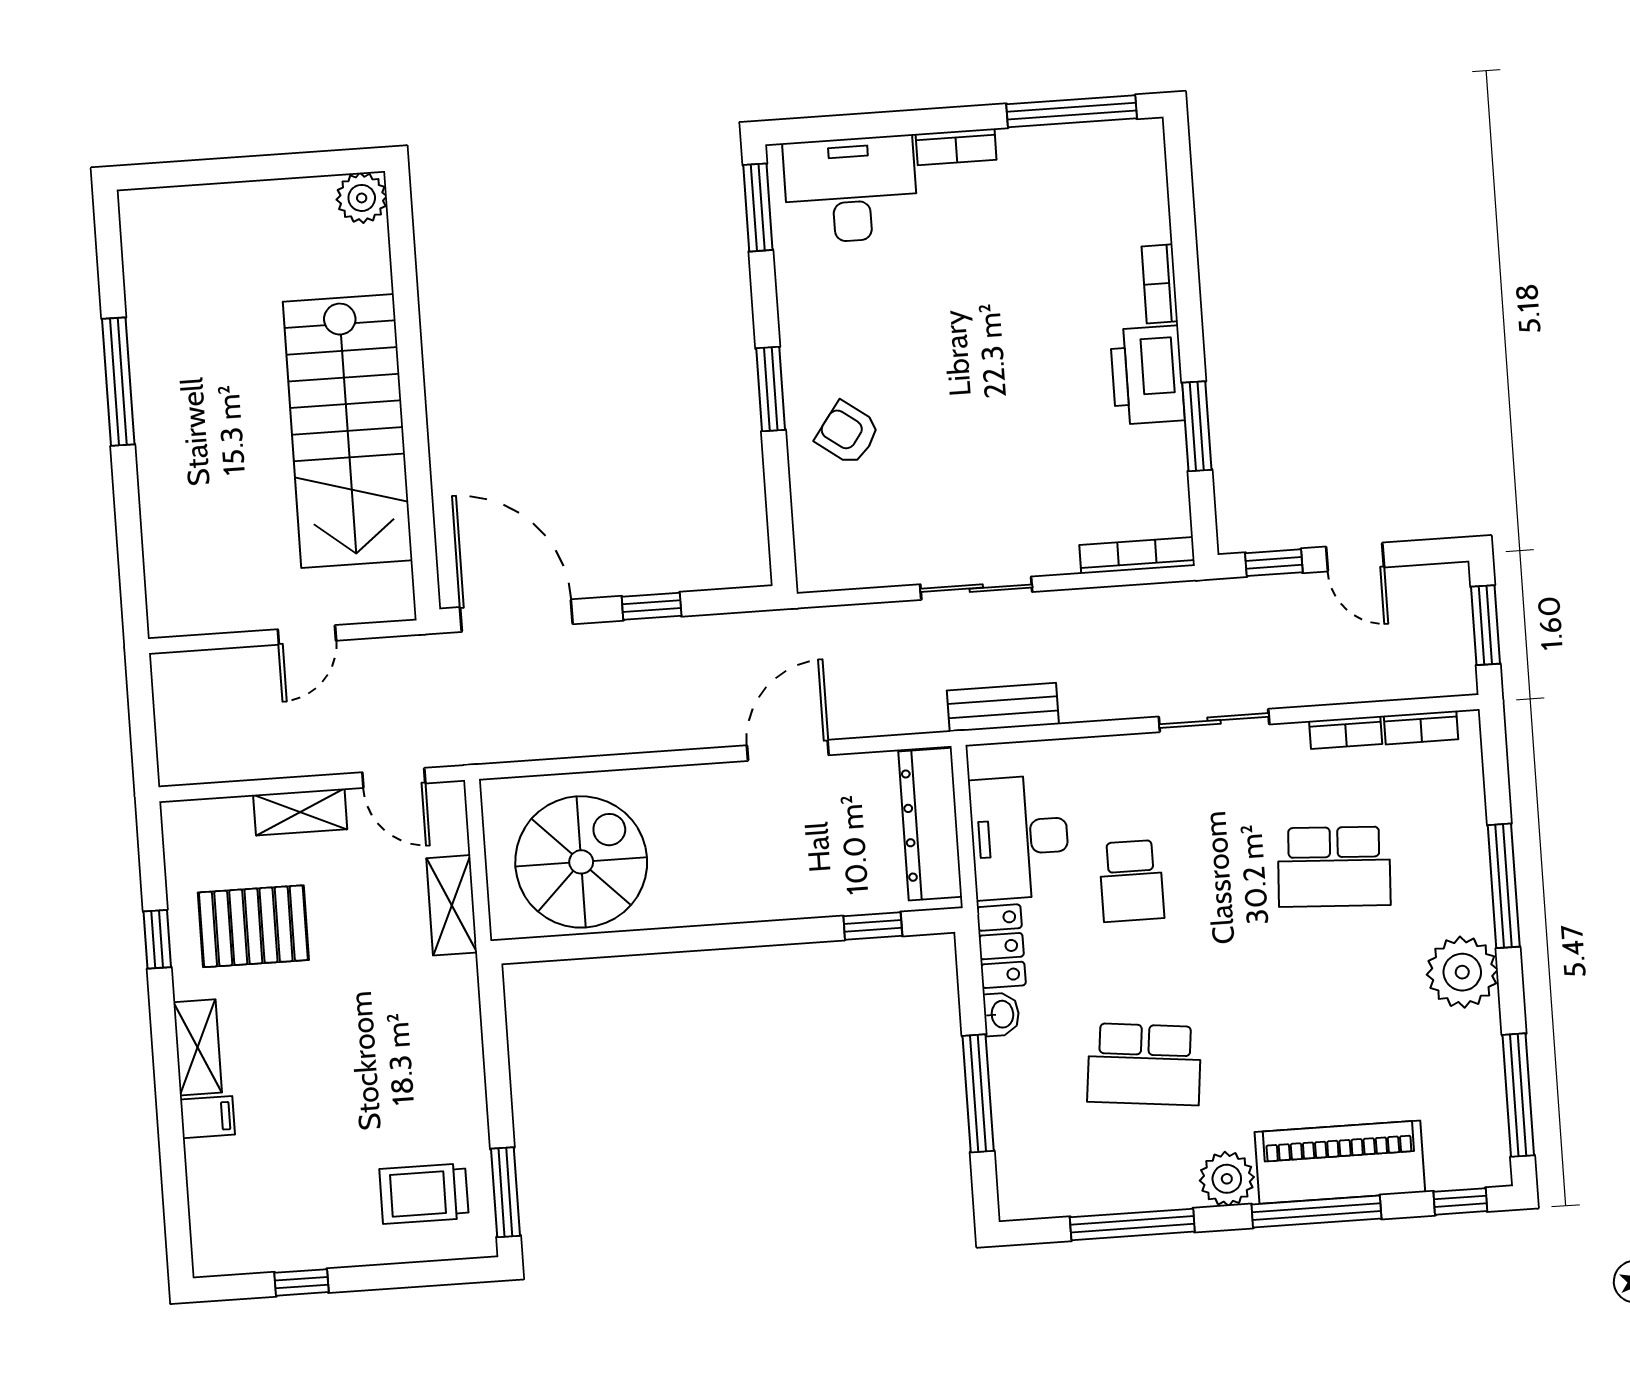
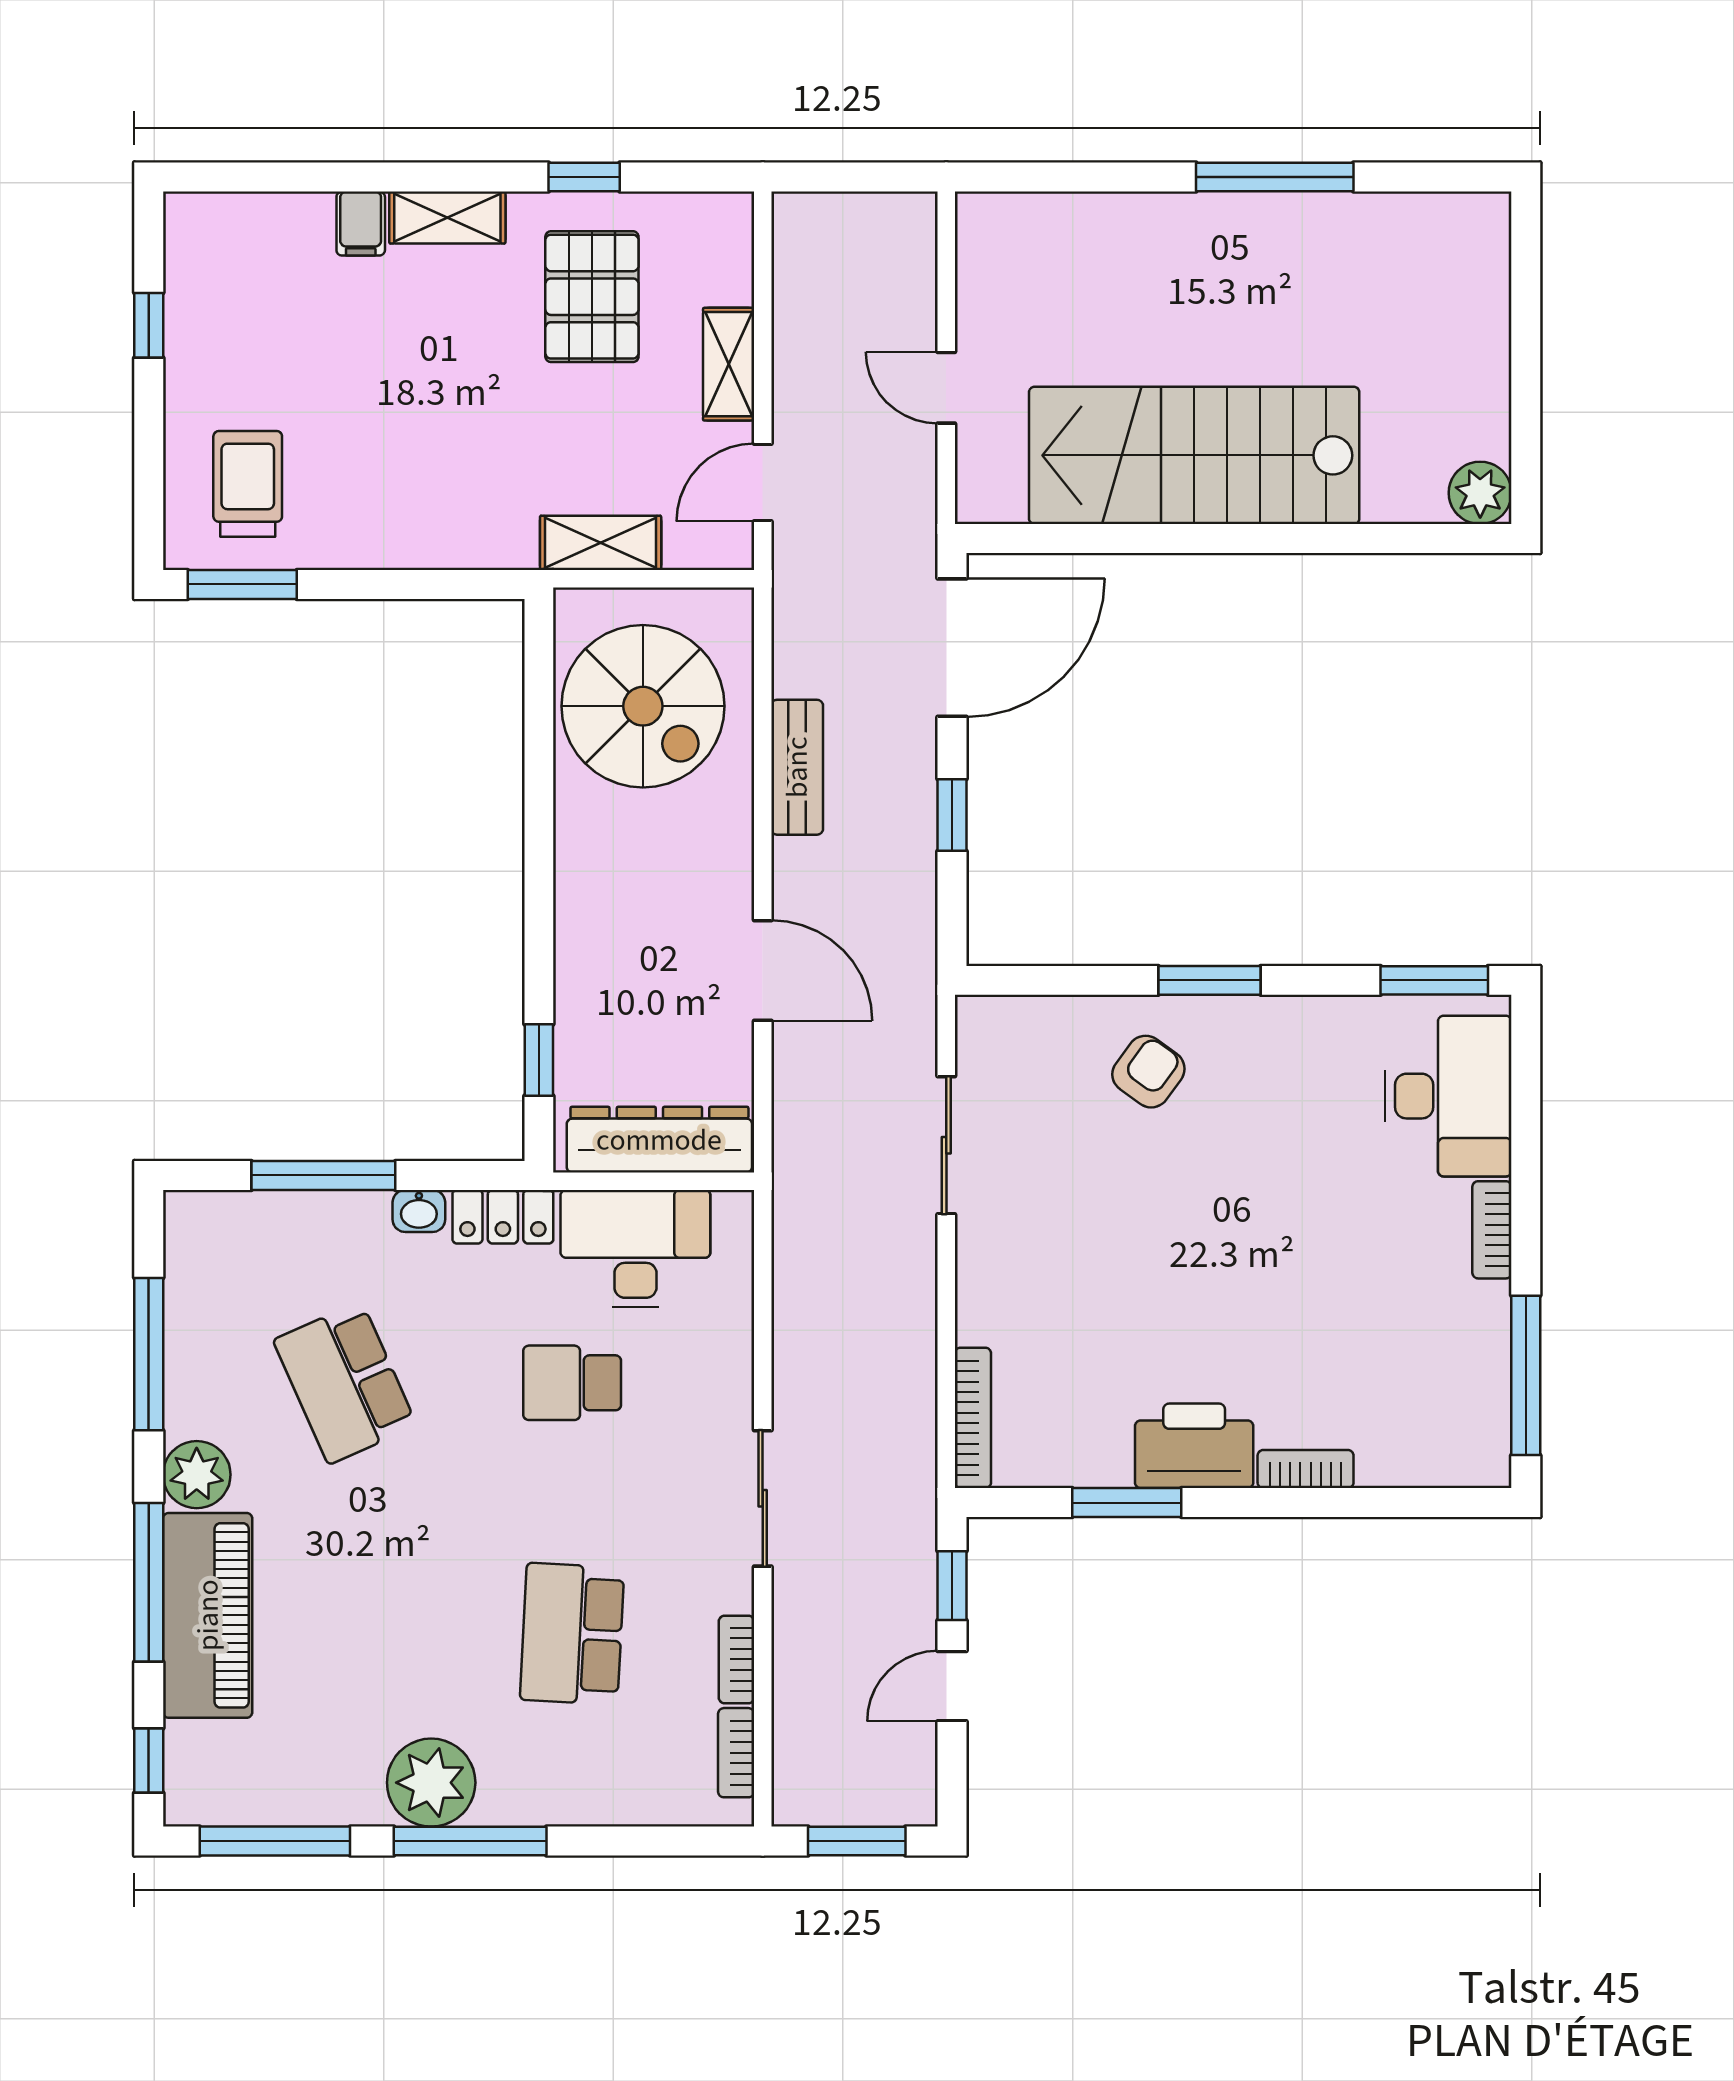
sliding door: (976, 588) -> (946, 1145), moved
bench: (1003, 707) -> (797, 767), moved
window: (1504, 886) -> (470, 1841), moved
school desk: (1144, 1064) -> (345, 1383), turned -30

